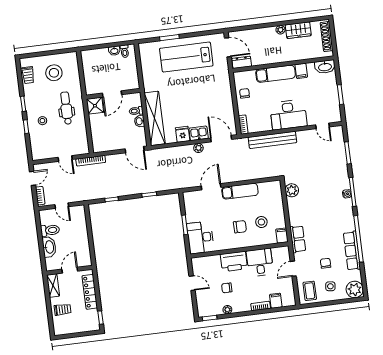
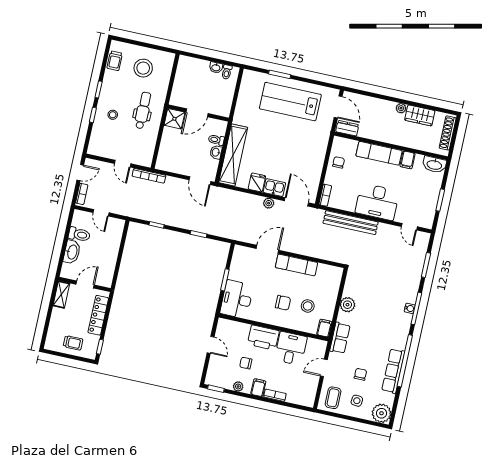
plant: (292, 190) -> (347, 305), moved
filing cabinet: (276, 301) -> (258, 388), moved
trolley: (63, 310) -> (73, 343), moved

